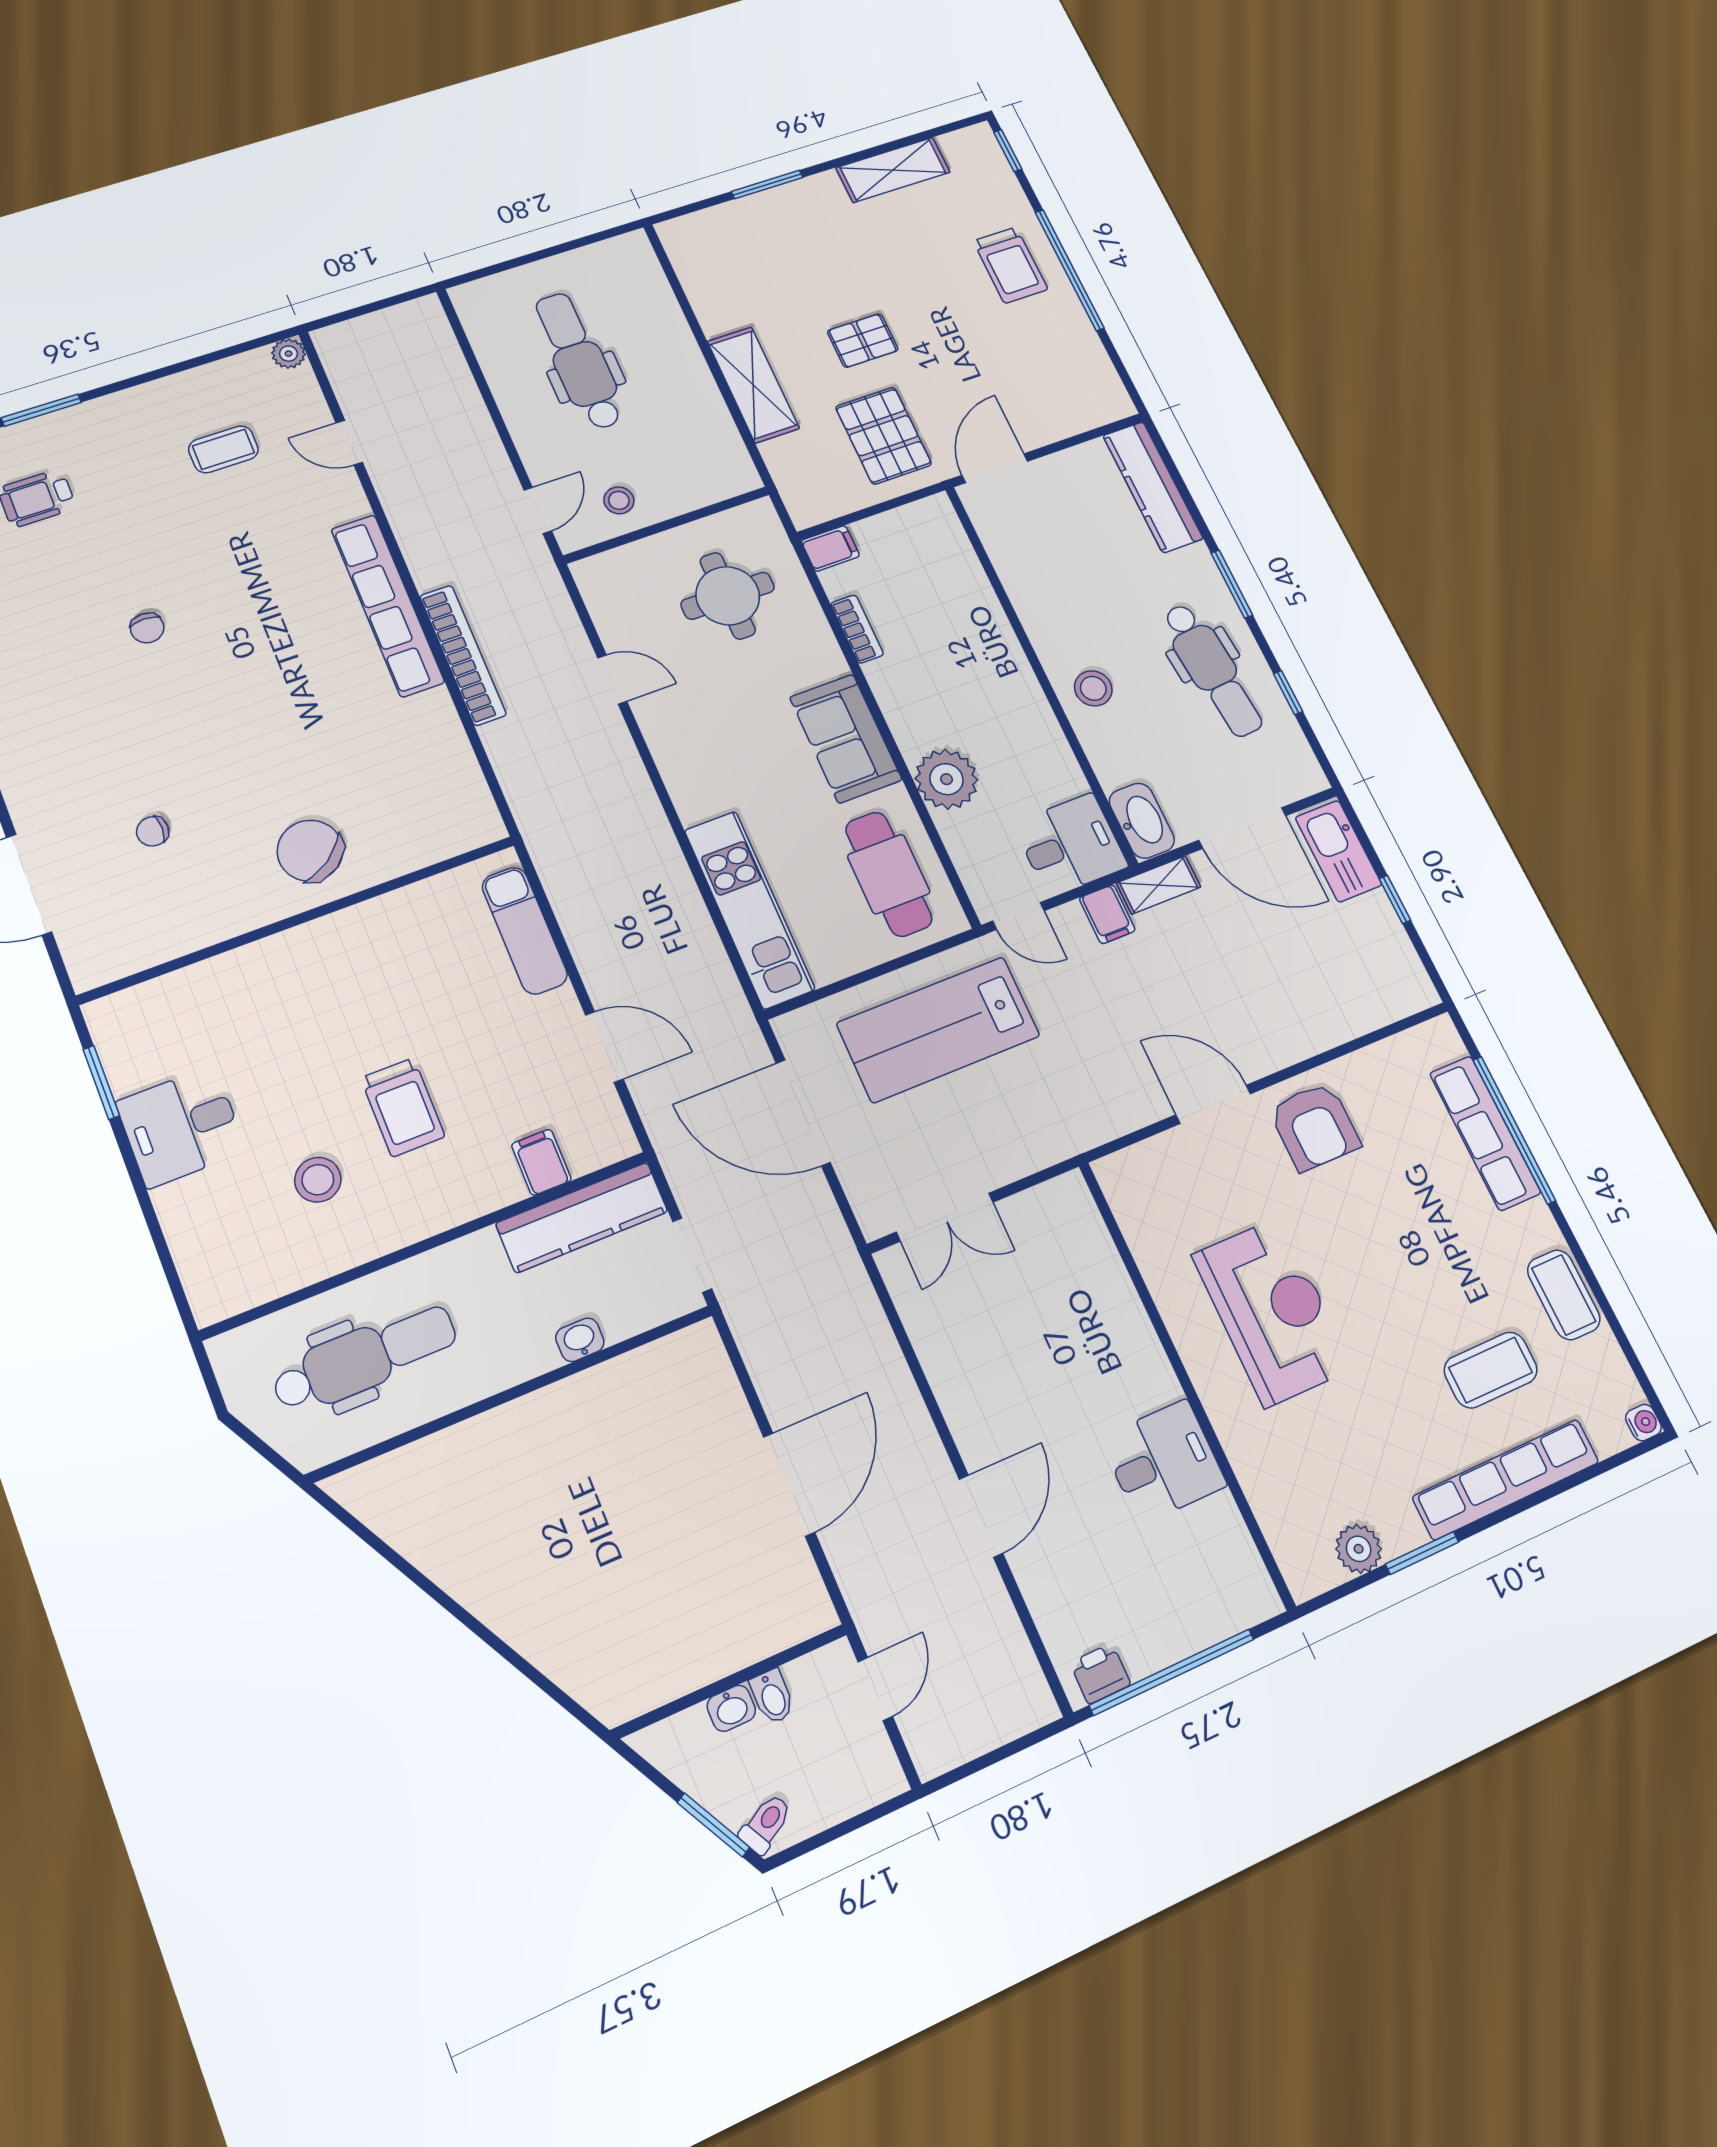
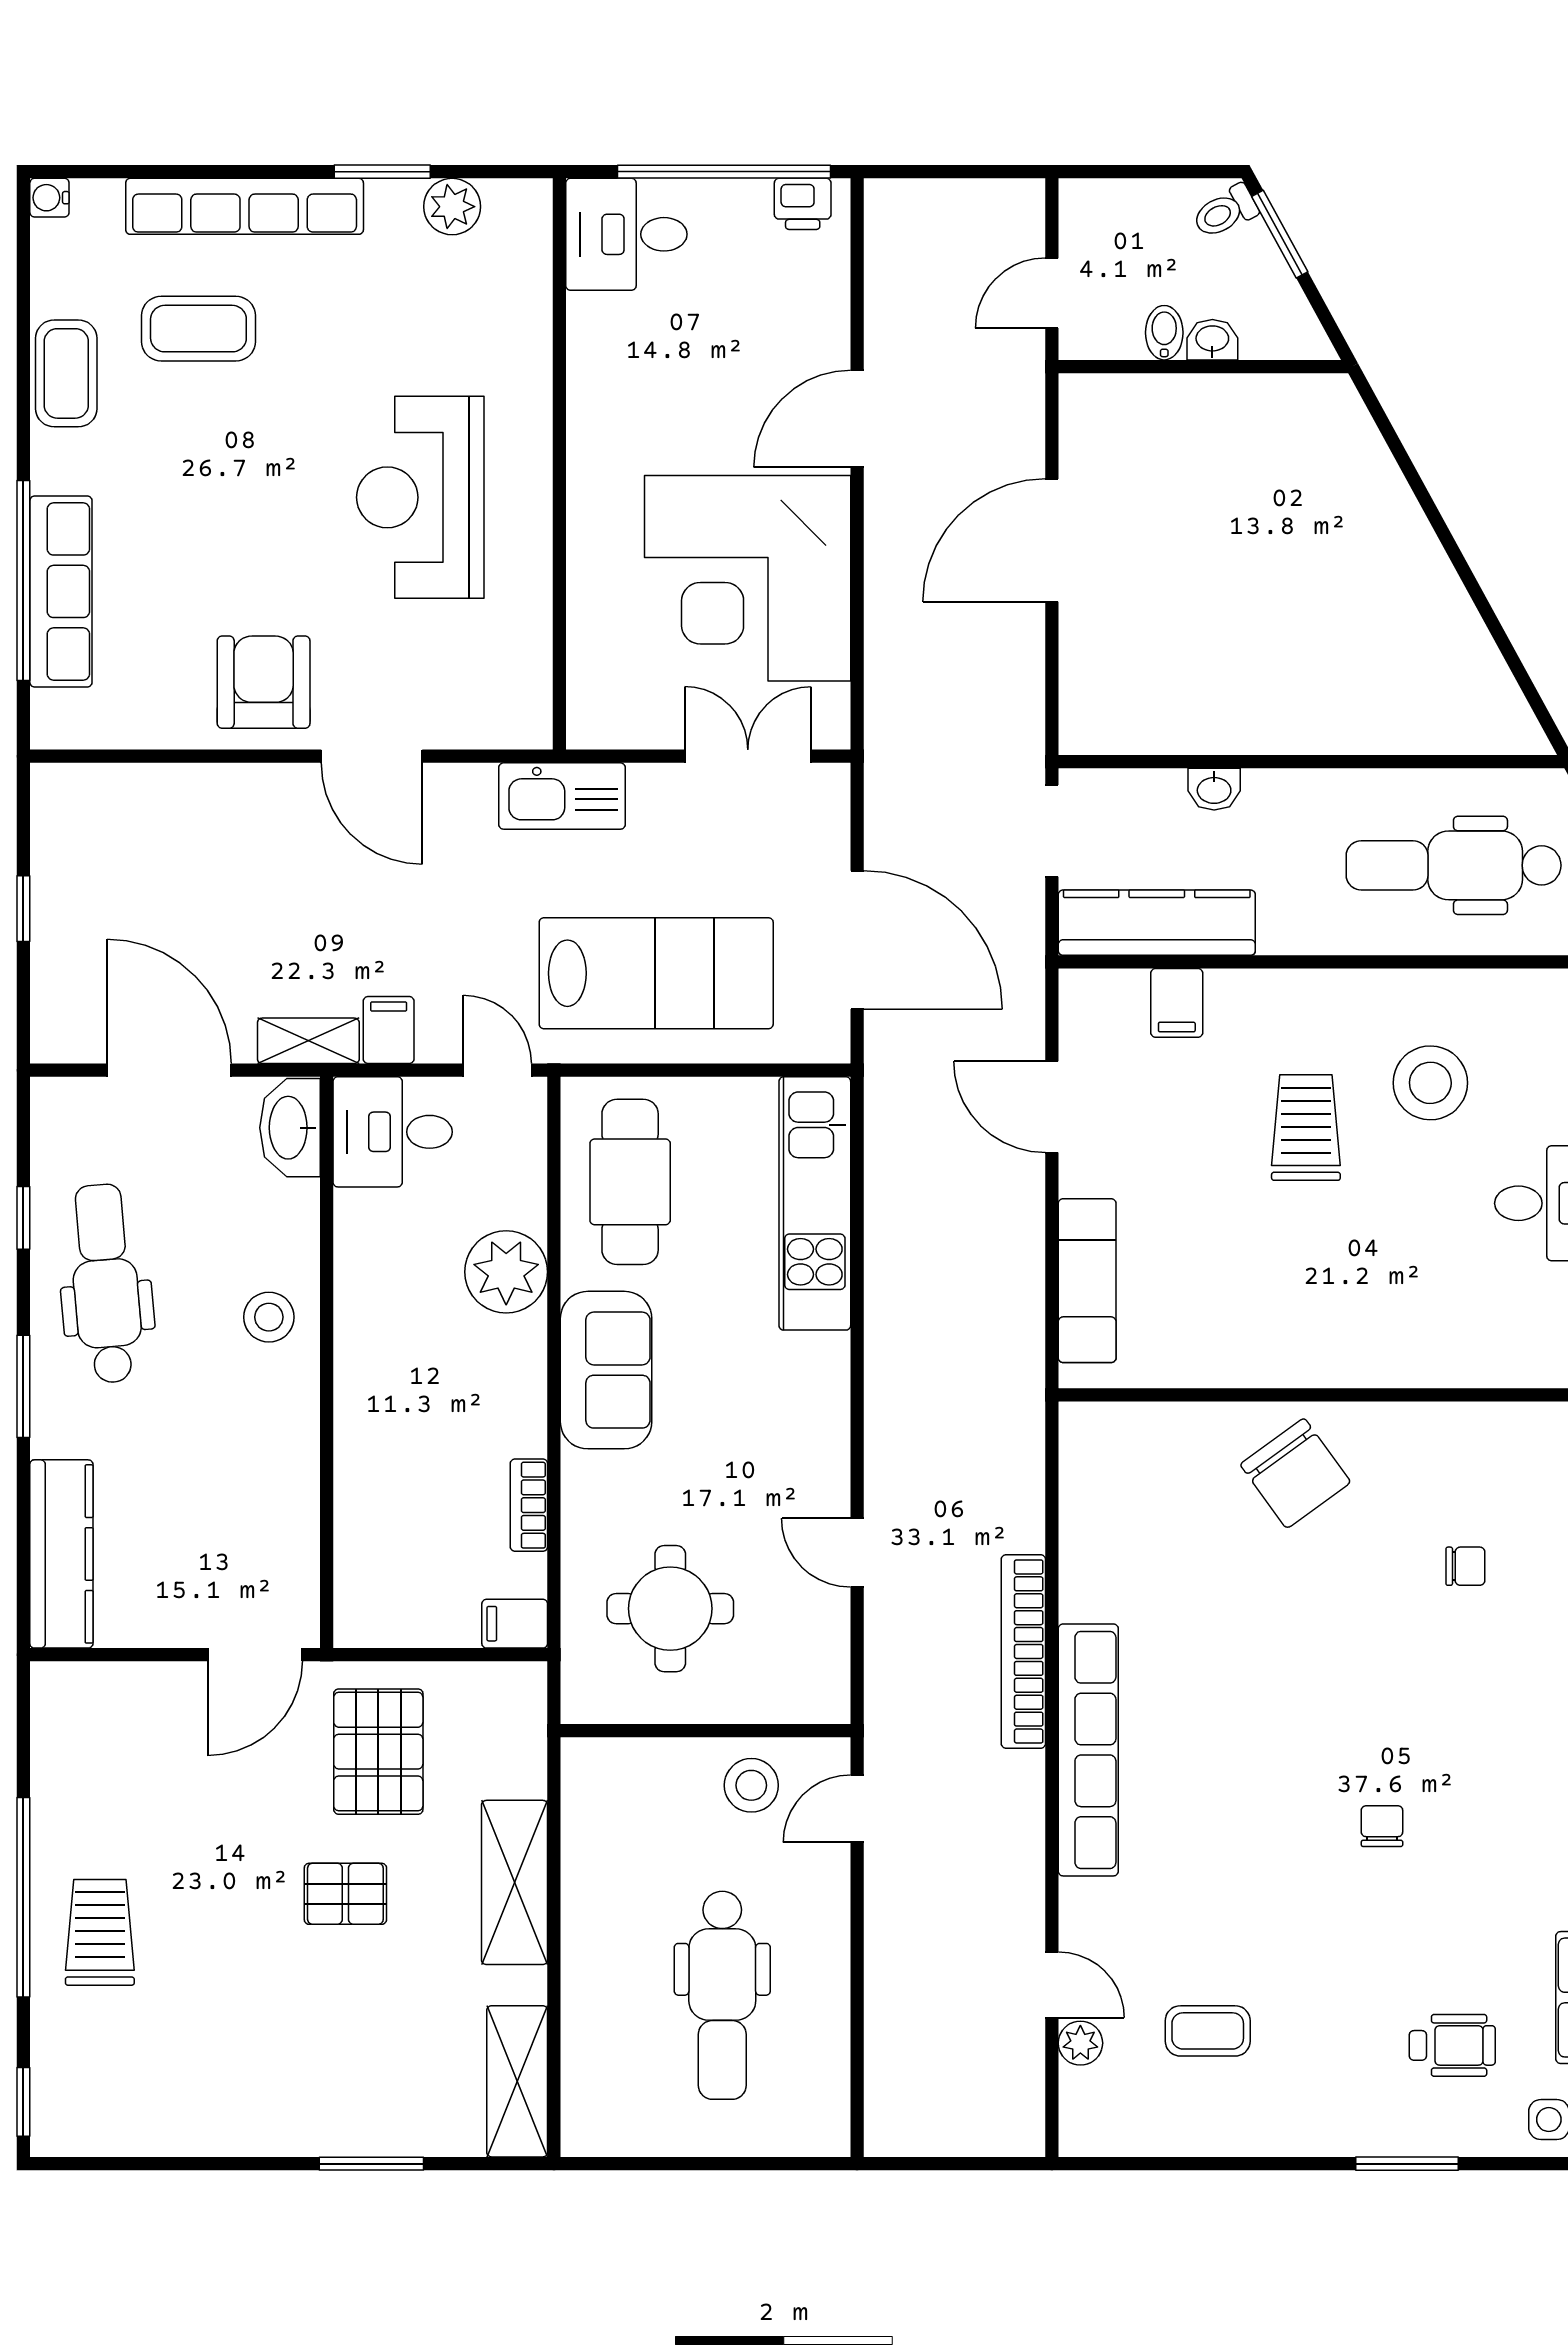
shelving: (893, 170) -> (517, 2081), moved, turned 90
plant: (289, 354) -> (1080, 2043), moved
stool: (619, 500) -> (751, 1785), width x1.37, depth x1.37
kitchen sink: (1338, 851) -> (562, 796), moved, turned 90
stool: (318, 1180) -> (1430, 1083), width x1.38, depth x1.38
corner desk: (1007, 1353) -> (748, 578), added
desk: (1163, 1462) -> (626, 234), moved

